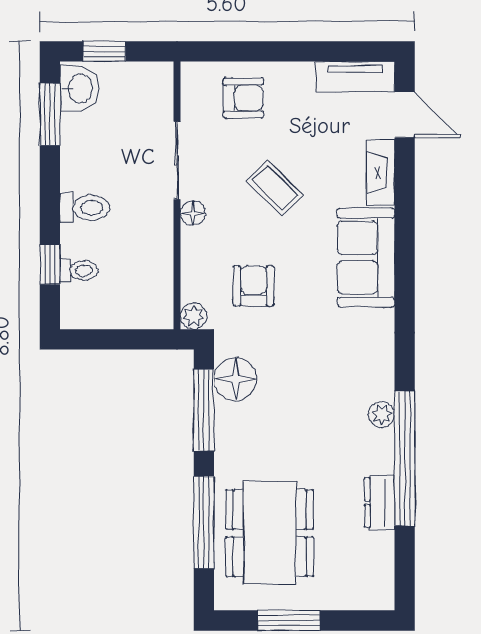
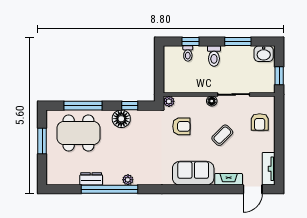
window: (104, 51) -> (279, 76), moved
window: (50, 114) -> (238, 41), moved
floor lamp: (235, 379) -> (121, 119), moved
window: (204, 410) -> (130, 106), width x0.46

